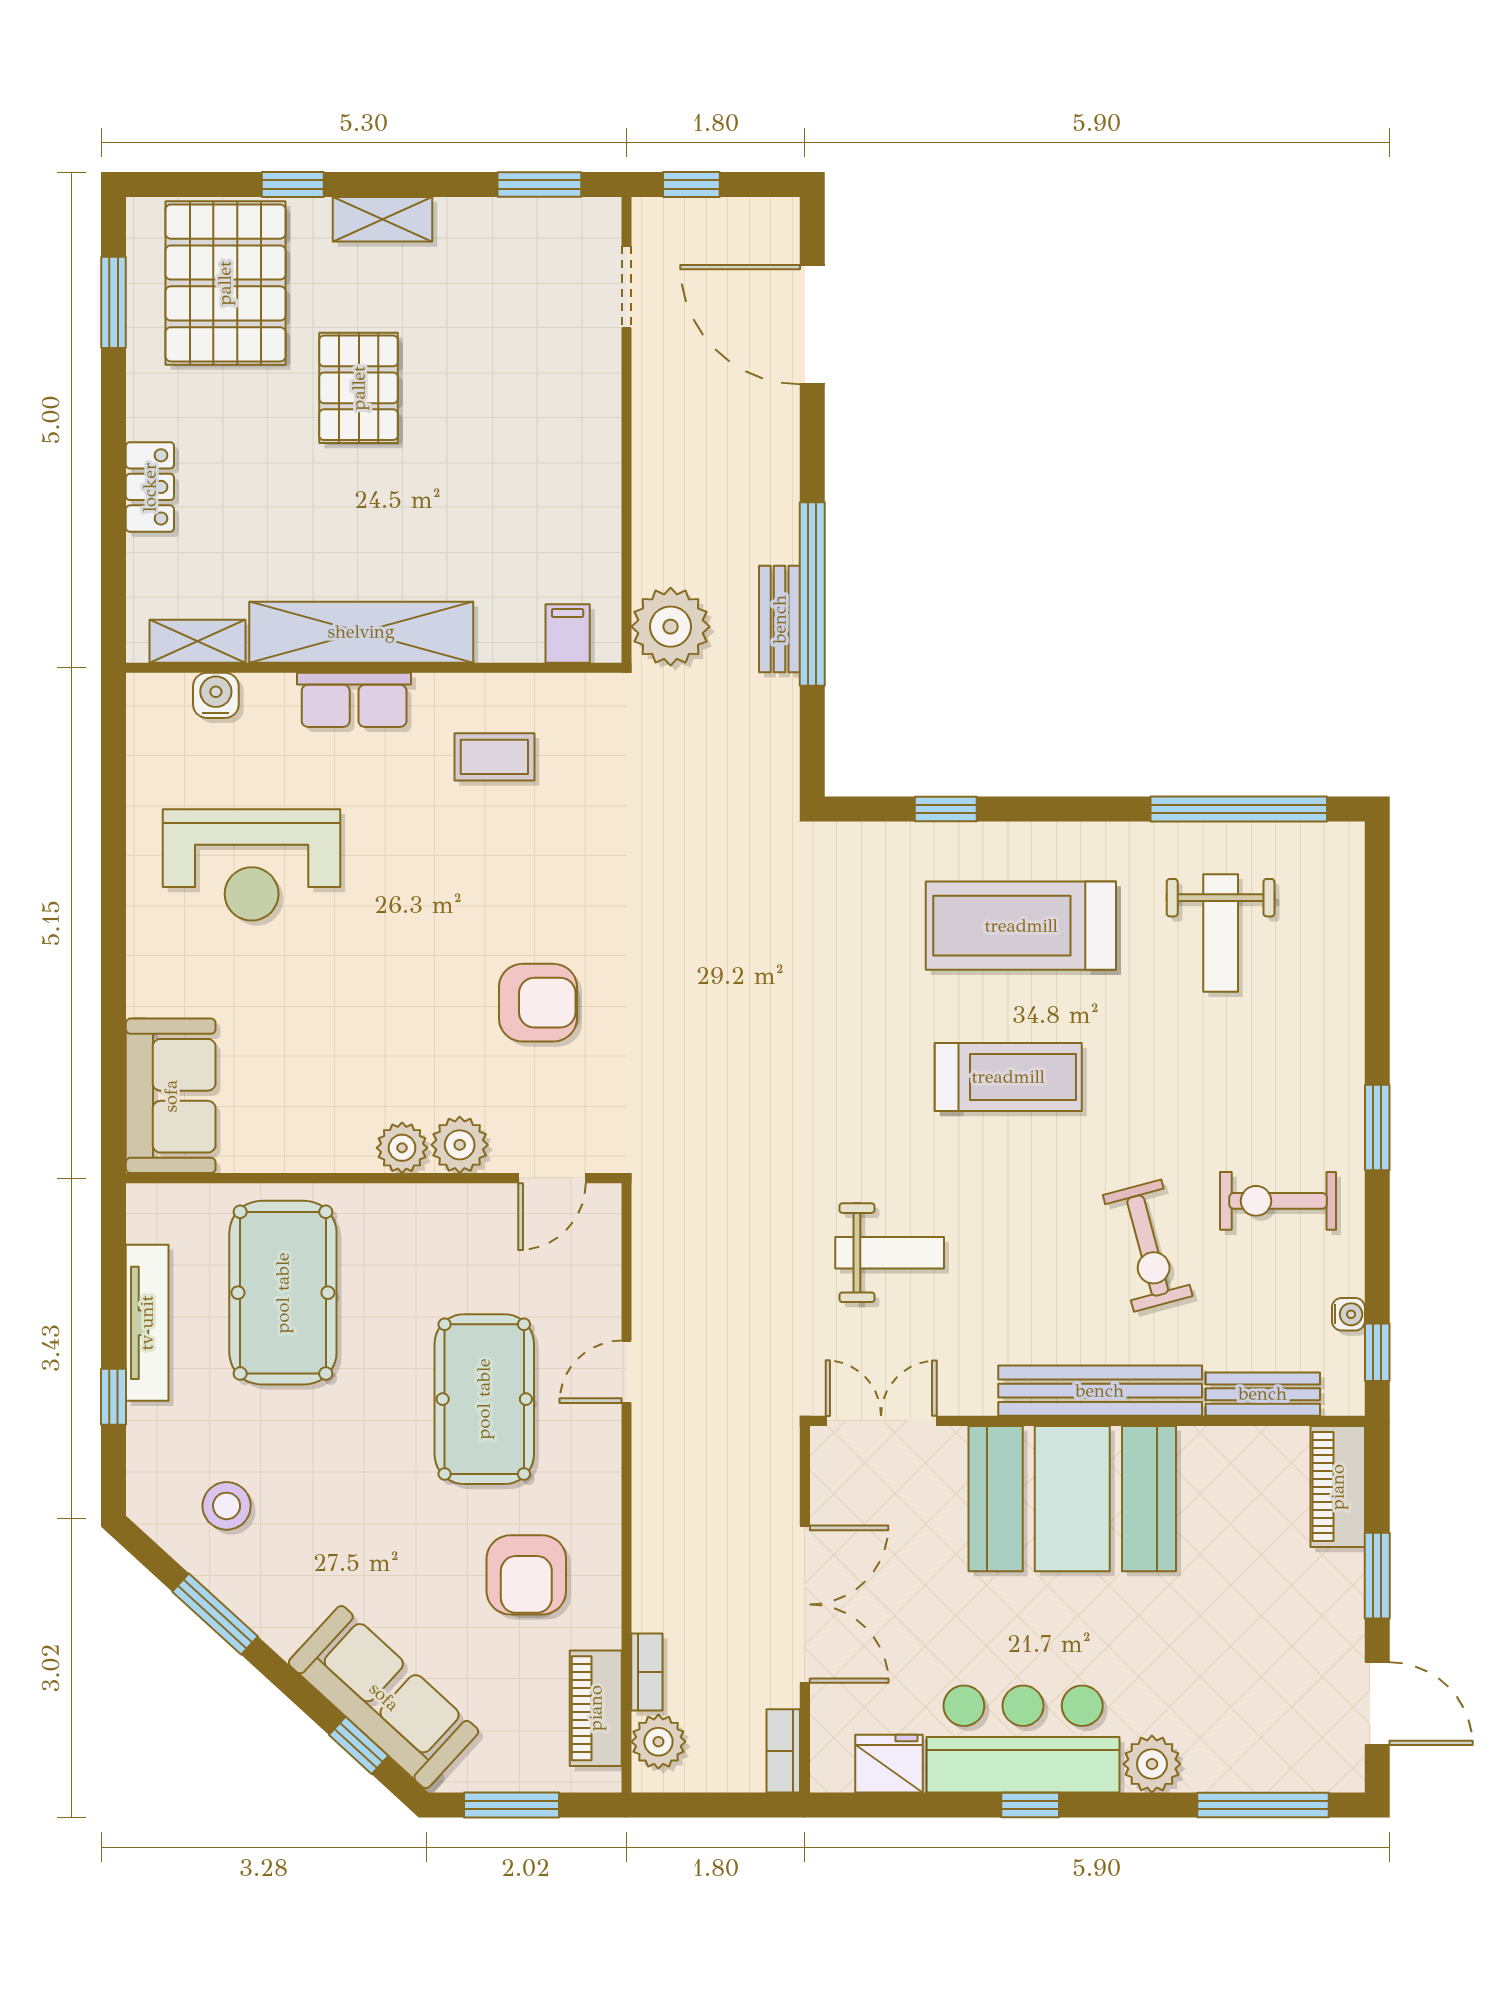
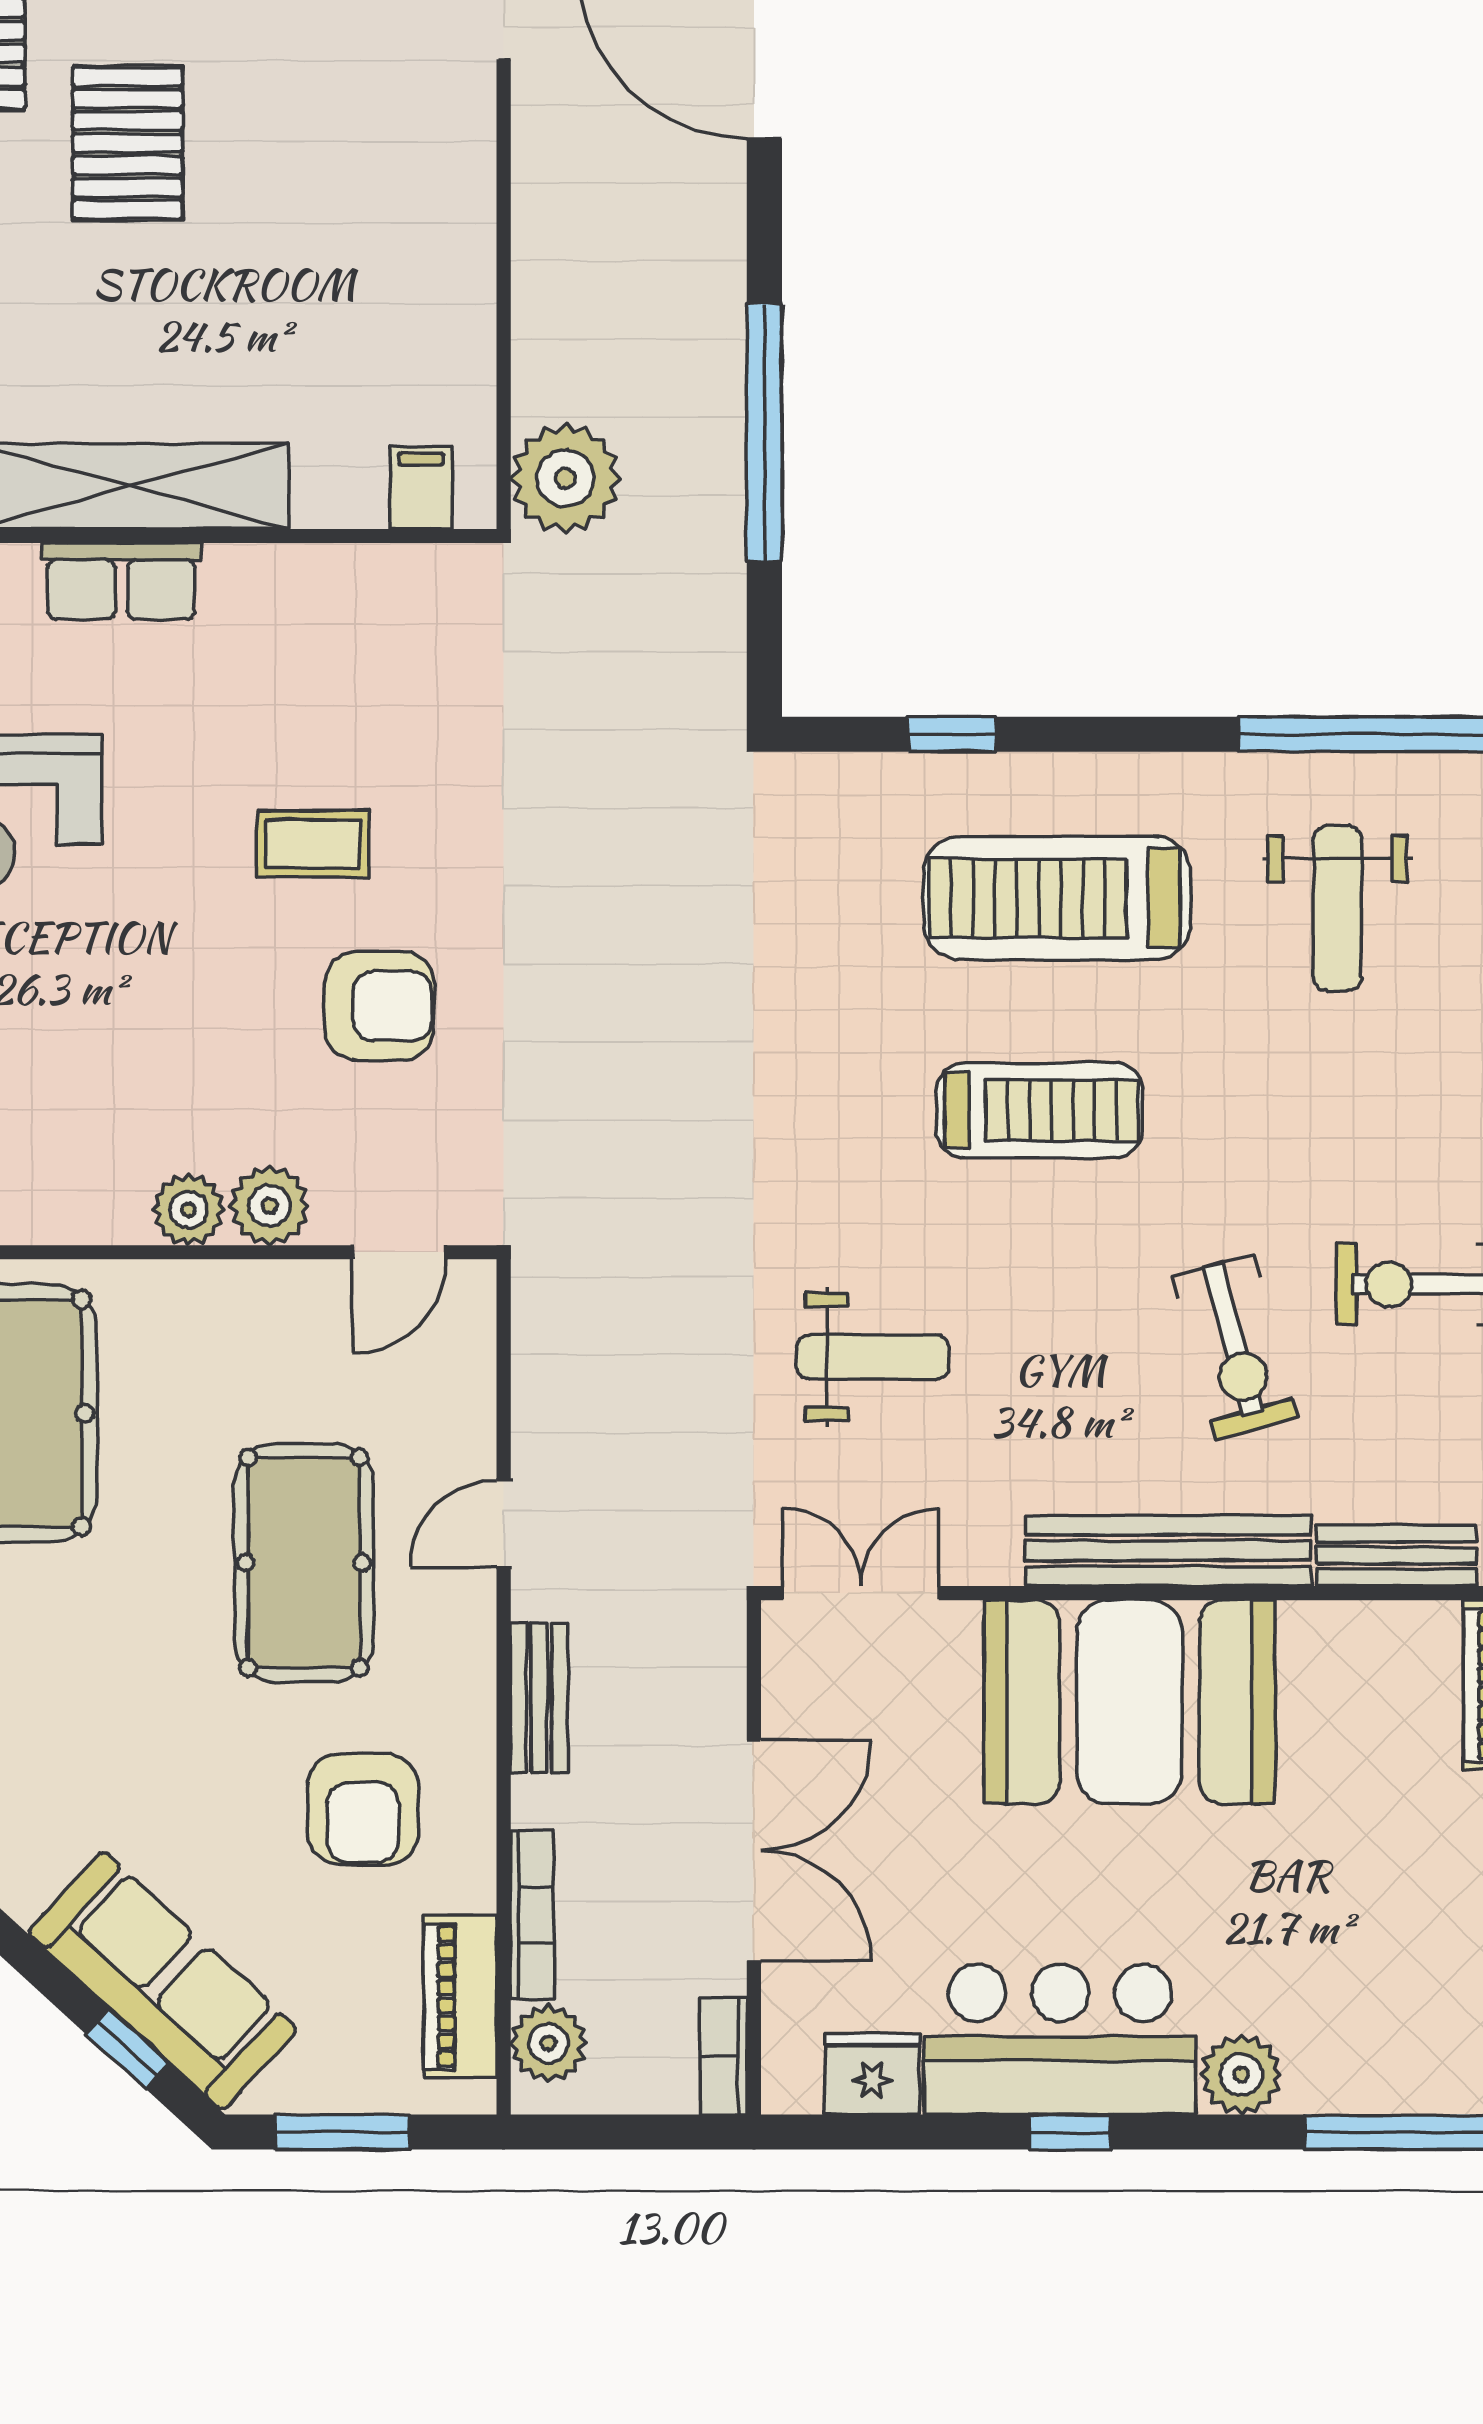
bench: (780, 619) -> (539, 1698), moved
coffee table: (494, 757) -> (313, 844), moved
bookcase: (647, 1672) -> (532, 1915), width x1.56

